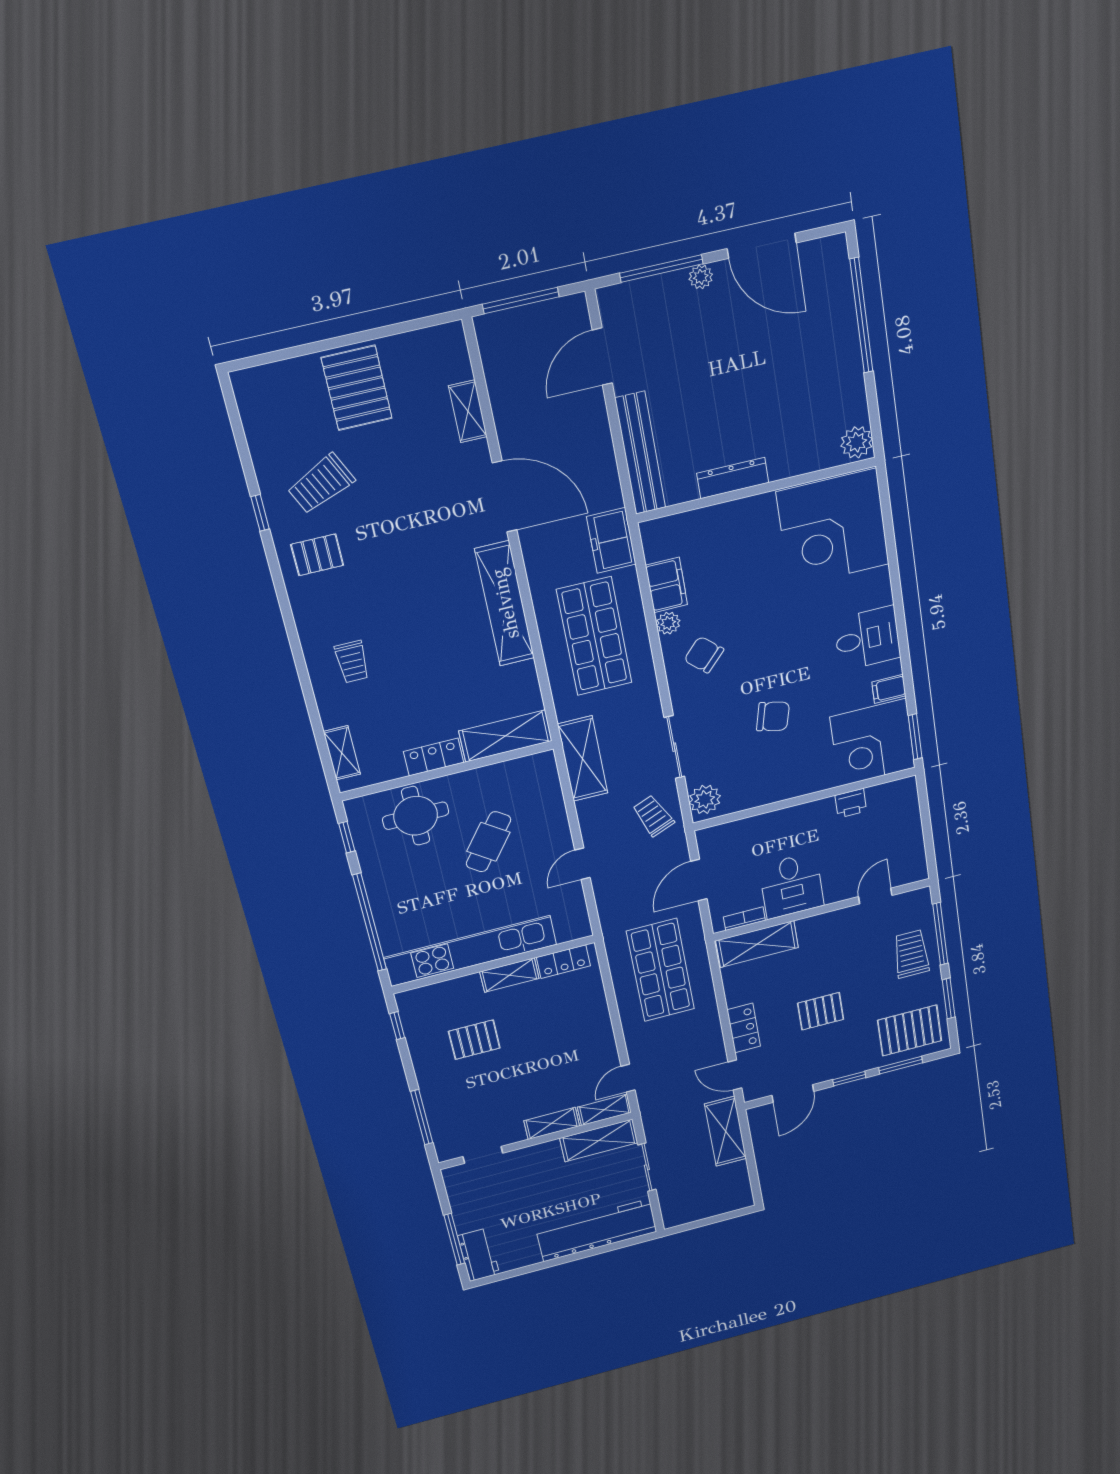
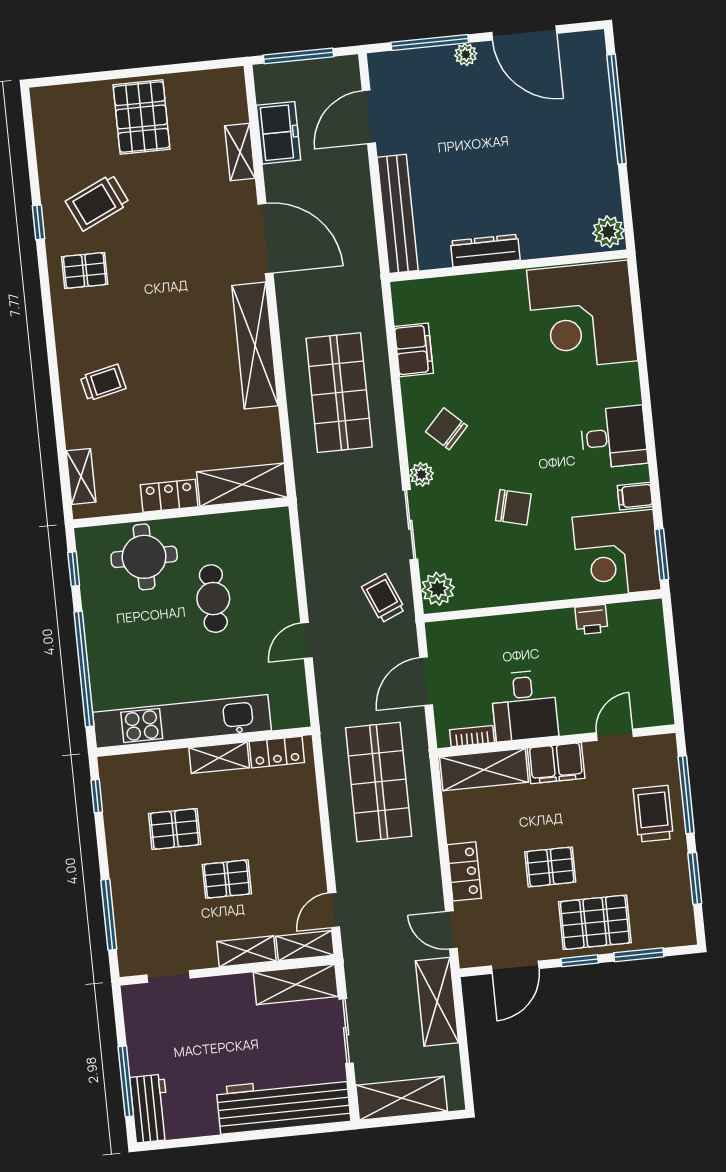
freezer: (611, 540) -> (278, 133), moved, turned 180
plant: (668, 623) -> (422, 474), moved
trolley: (352, 662) -> (103, 383), turned -103
shelving: (583, 759) -> (402, 1098), moved, turned 90
cafe table: (488, 842) -> (213, 599), turned -36
filing cabinet: (822, 928) -> (556, 763), added
pallet: (910, 1031) -> (595, 922), moved
pallet: (528, 1071) -> (227, 879), added

